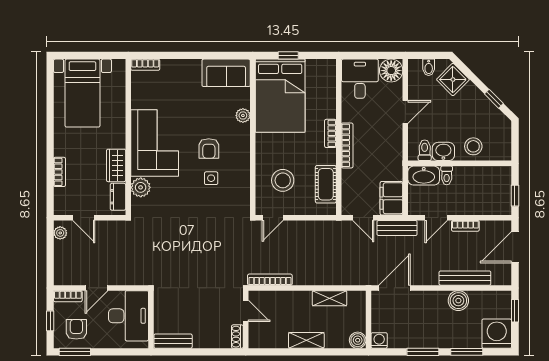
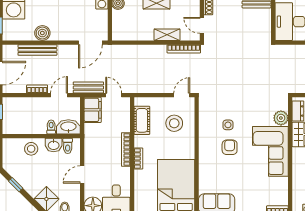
plant: (243, 115) -> (204, 172), removed
shelving: (329, 298) -> (167, 35), moved

